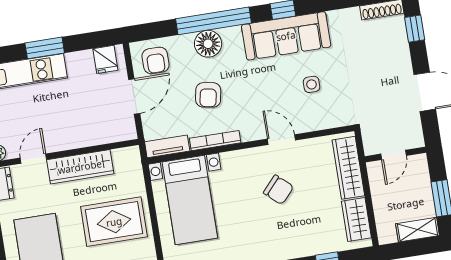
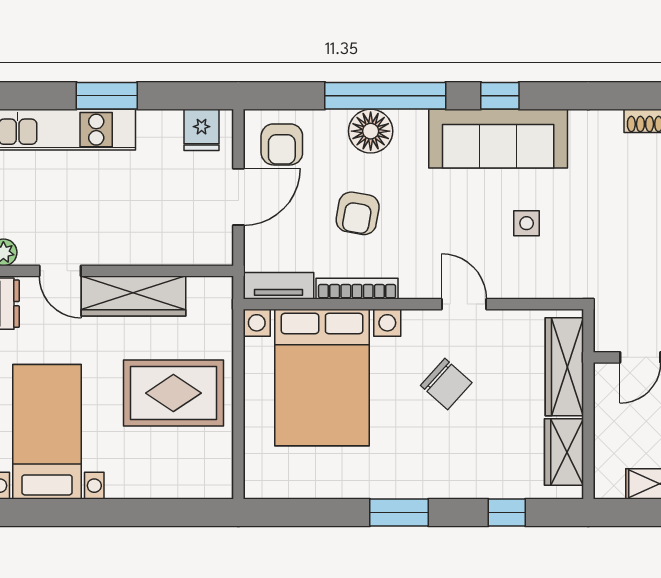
door: (33, 159) -> (60, 271), swing flipped
bed with nightstands: (190, 200) -> (322, 378), width x1.36

